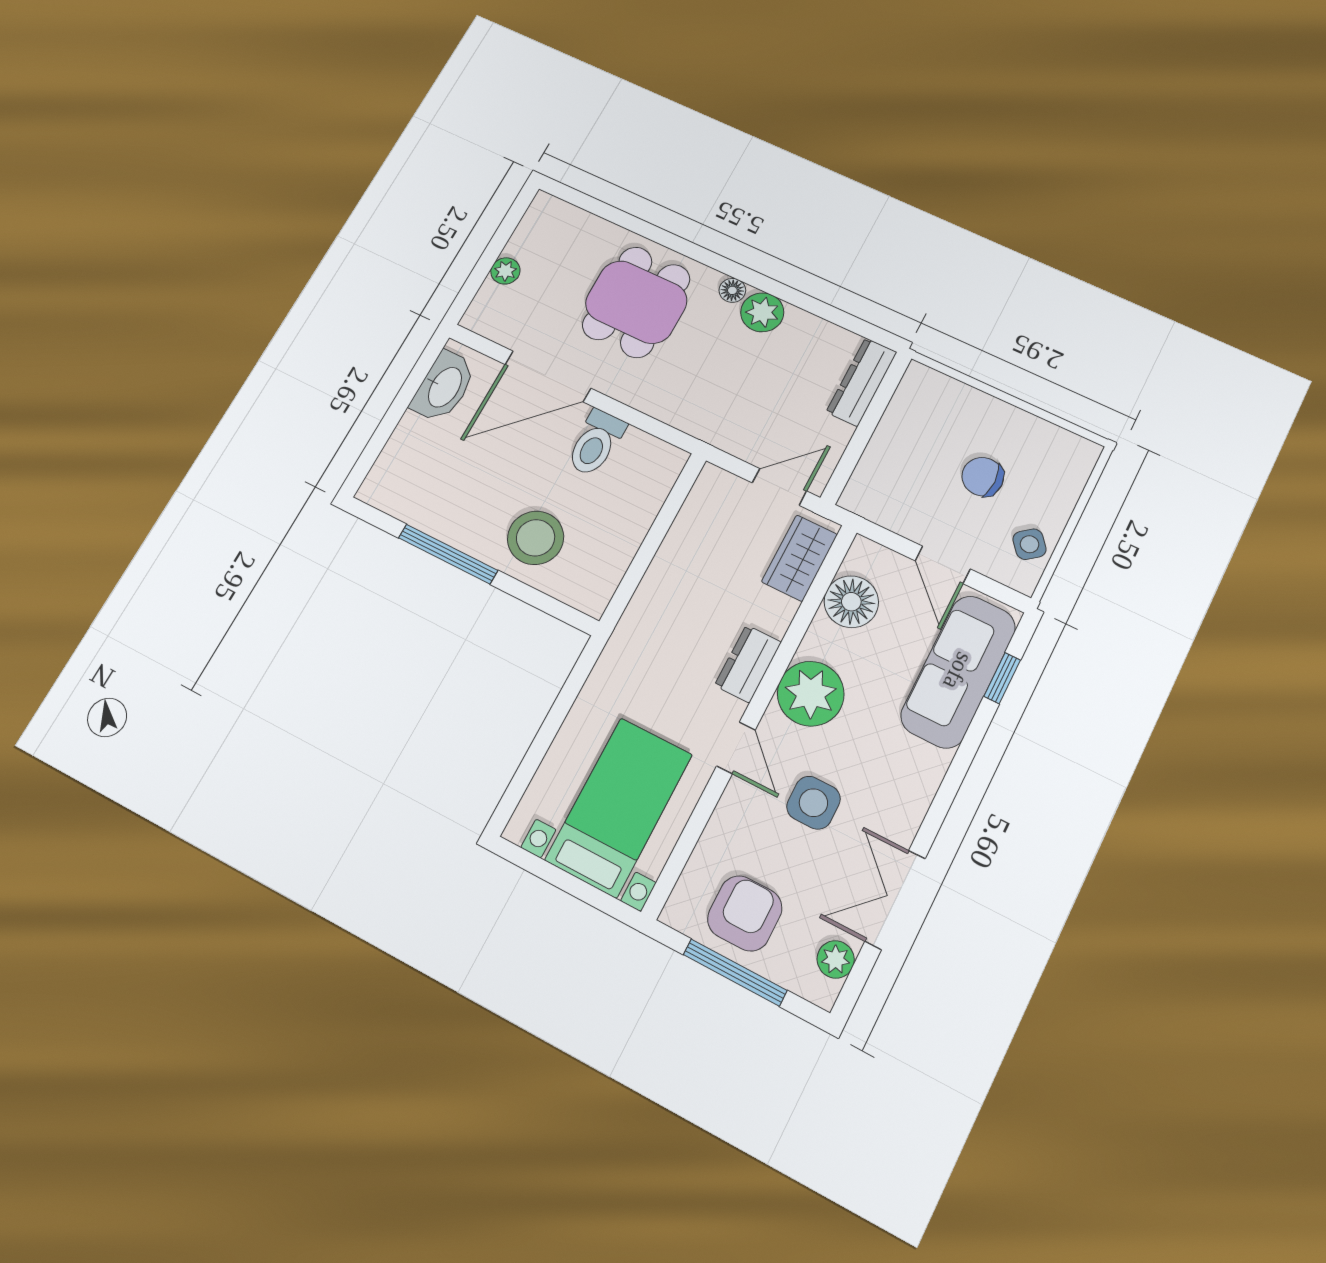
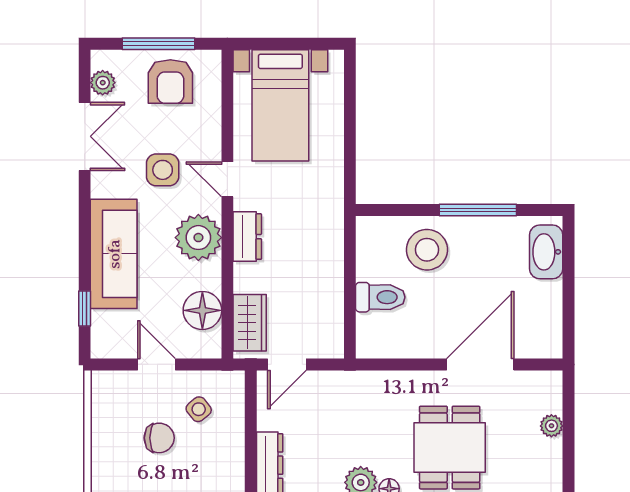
washbasin: (444, 387) -> (546, 252), moved
toilet: (596, 443) -> (380, 297), moved, turned 90
side table: (1030, 544) -> (199, 409), moved
sofa: (958, 671) -> (114, 254), moved

